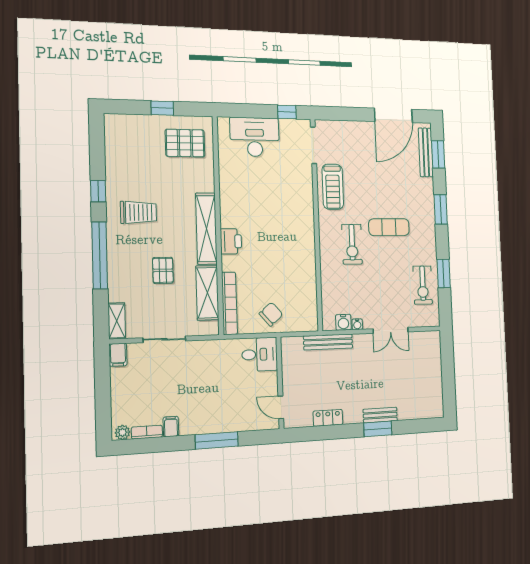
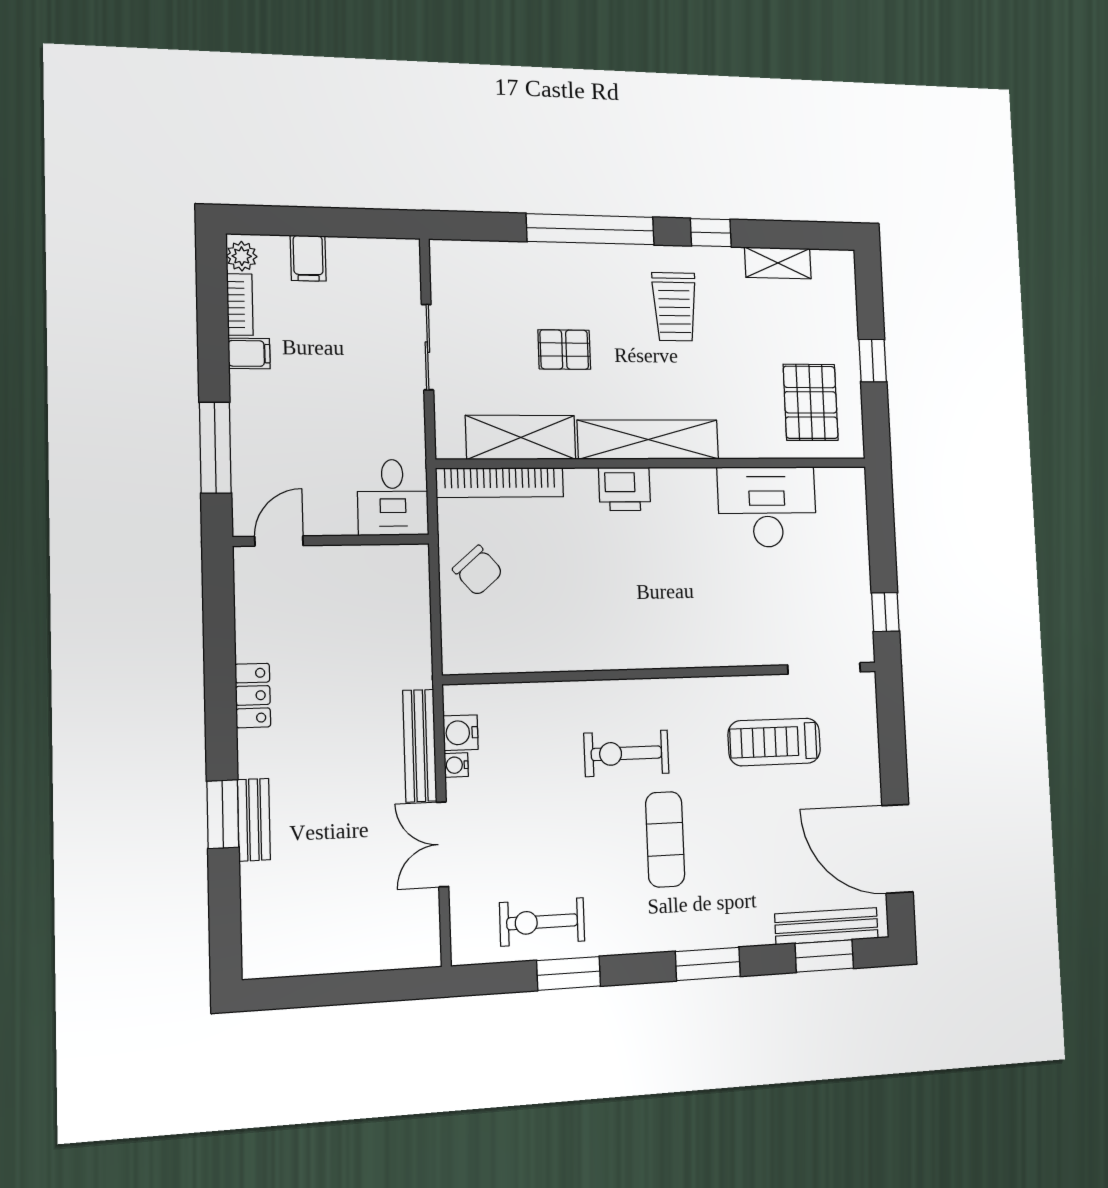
desk: (255, 137) -> (767, 507), moved, turned -90
treadmill: (333, 187) -> (774, 742), moved
shelving: (117, 321) -> (778, 263), moved
bench: (328, 342) -> (420, 746), moved
desk: (260, 354) -> (393, 497), moved
filing cabinet: (118, 355) -> (308, 258), moved, turned -90
wall: (280, 383) -> (332, 540), moved
door: (281, 407) -> (279, 541), moved

